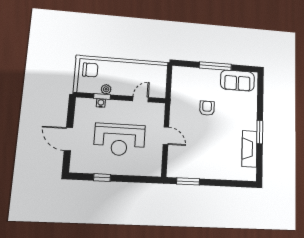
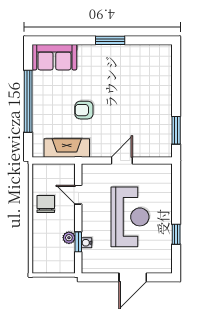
window: (215, 66) -> (28, 101), width x1.46
chair: (90, 70) -> (46, 204), moved
sofa: (237, 81) -> (54, 57), moved, turned 90
fireplace: (249, 149) -> (67, 148), moved, turned 180

